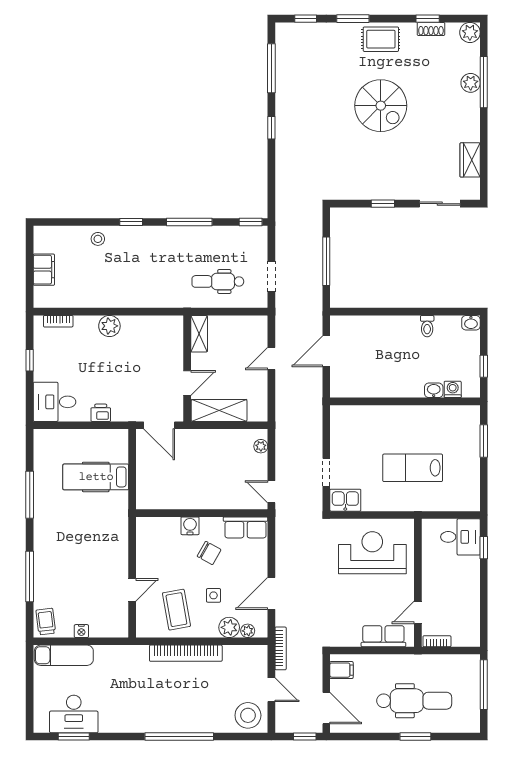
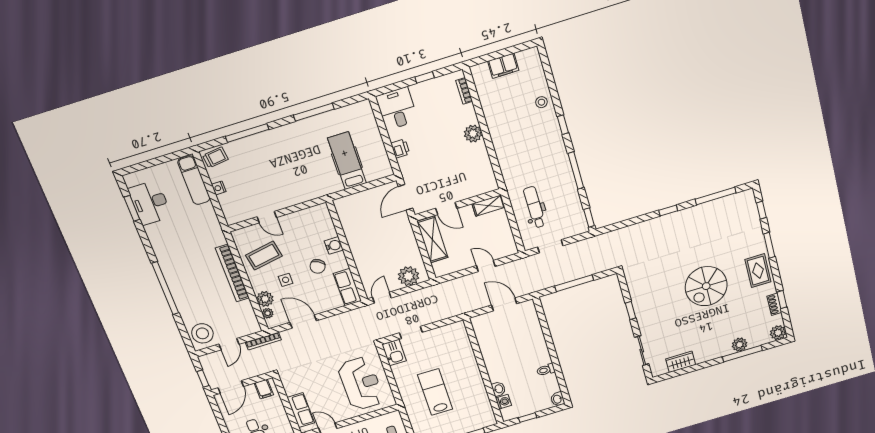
plant: (261, 446) -> (409, 276), width x1.88, depth x1.88

